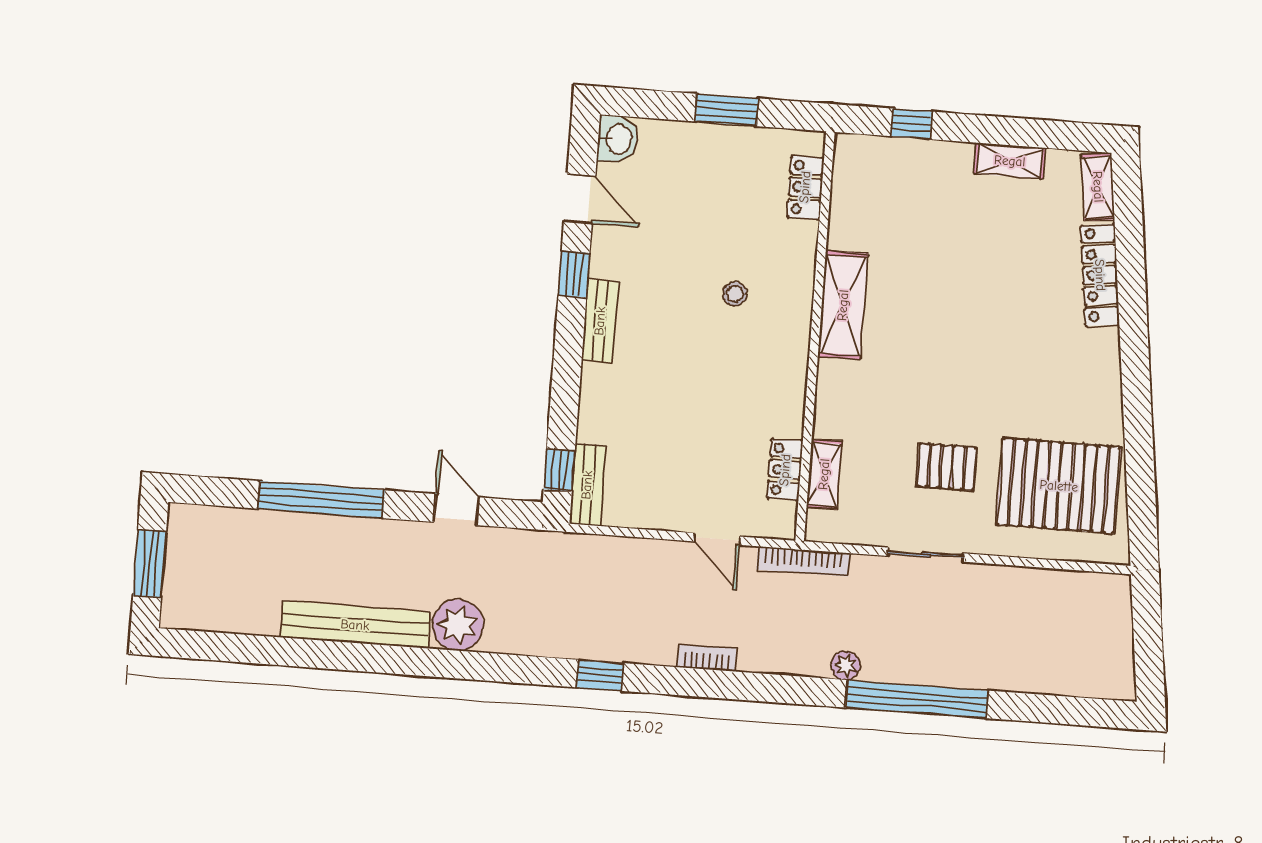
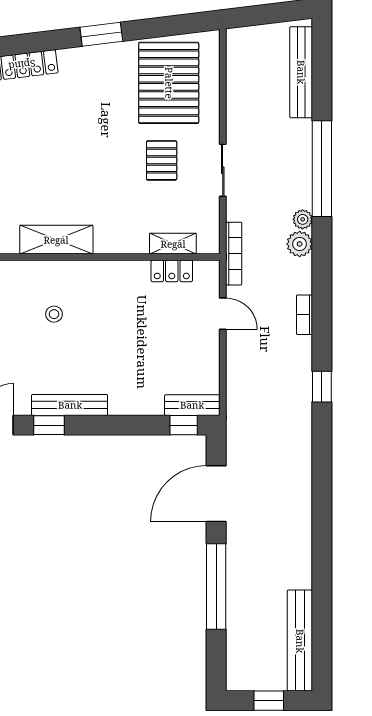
bench: (600, 321) -> (70, 405), width x1.36
window: (1136, 393) -> (101, 34), added
door: (456, 510) -> (216, 494), width x1.88
door: (717, 539) -> (223, 314), hinge flipped
window: (150, 564) -> (269, 701), width x0.67
bench: (355, 625) -> (300, 641), moved
plant: (458, 625) -> (300, 244), moved, width x0.73, depth x0.73
bench: (1059, 679) -> (301, 72), added

